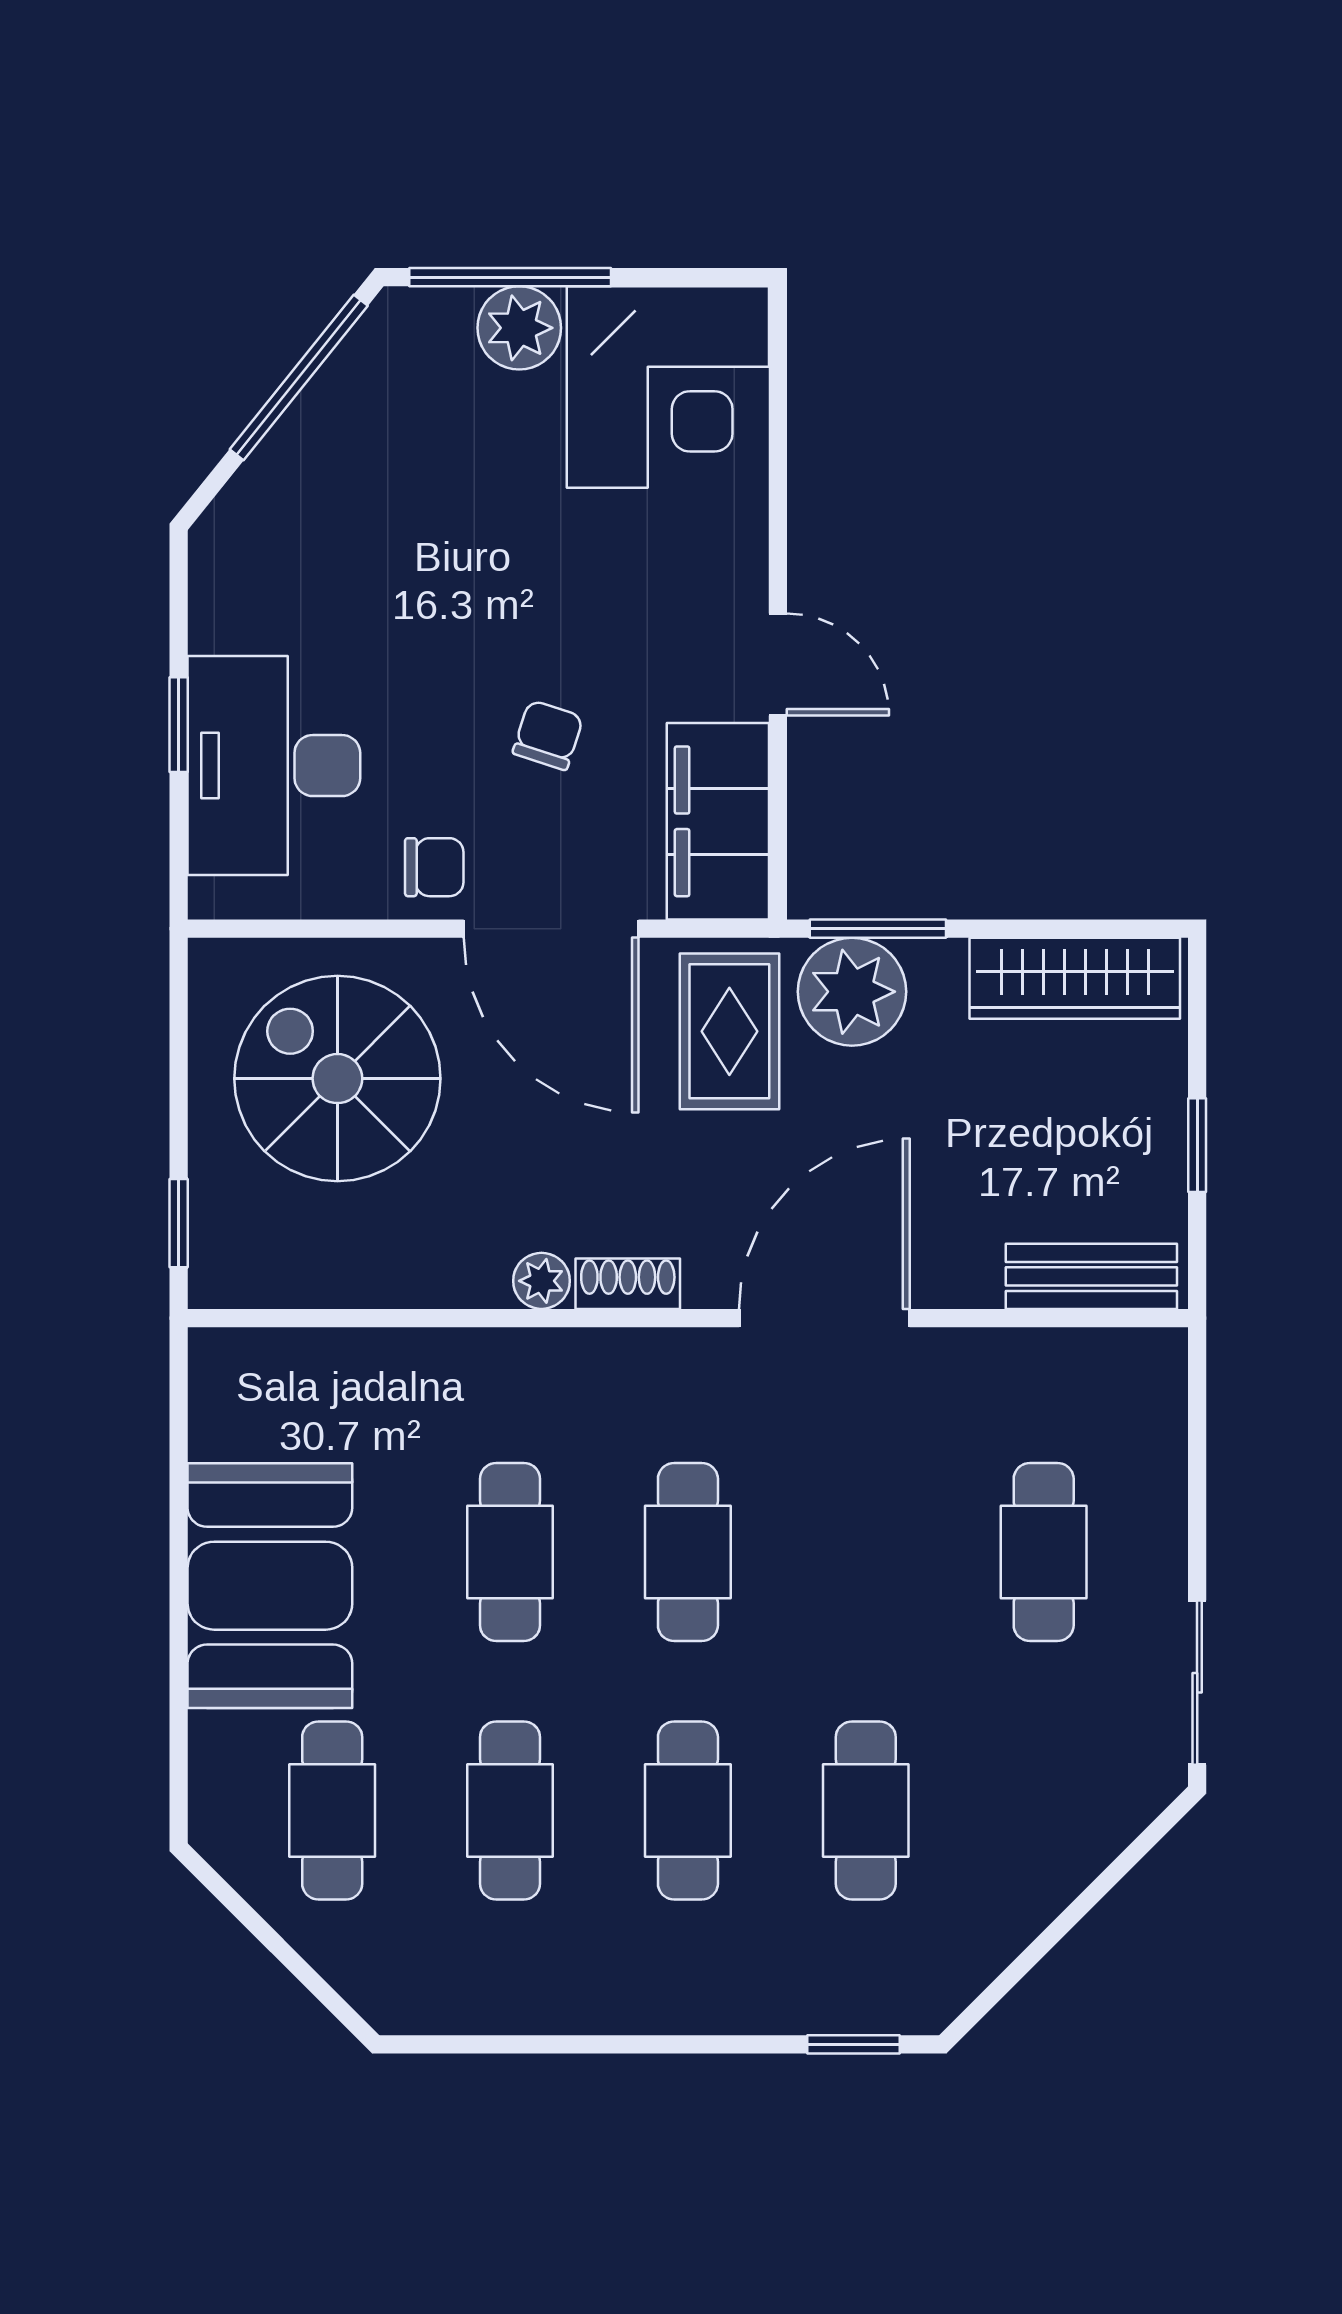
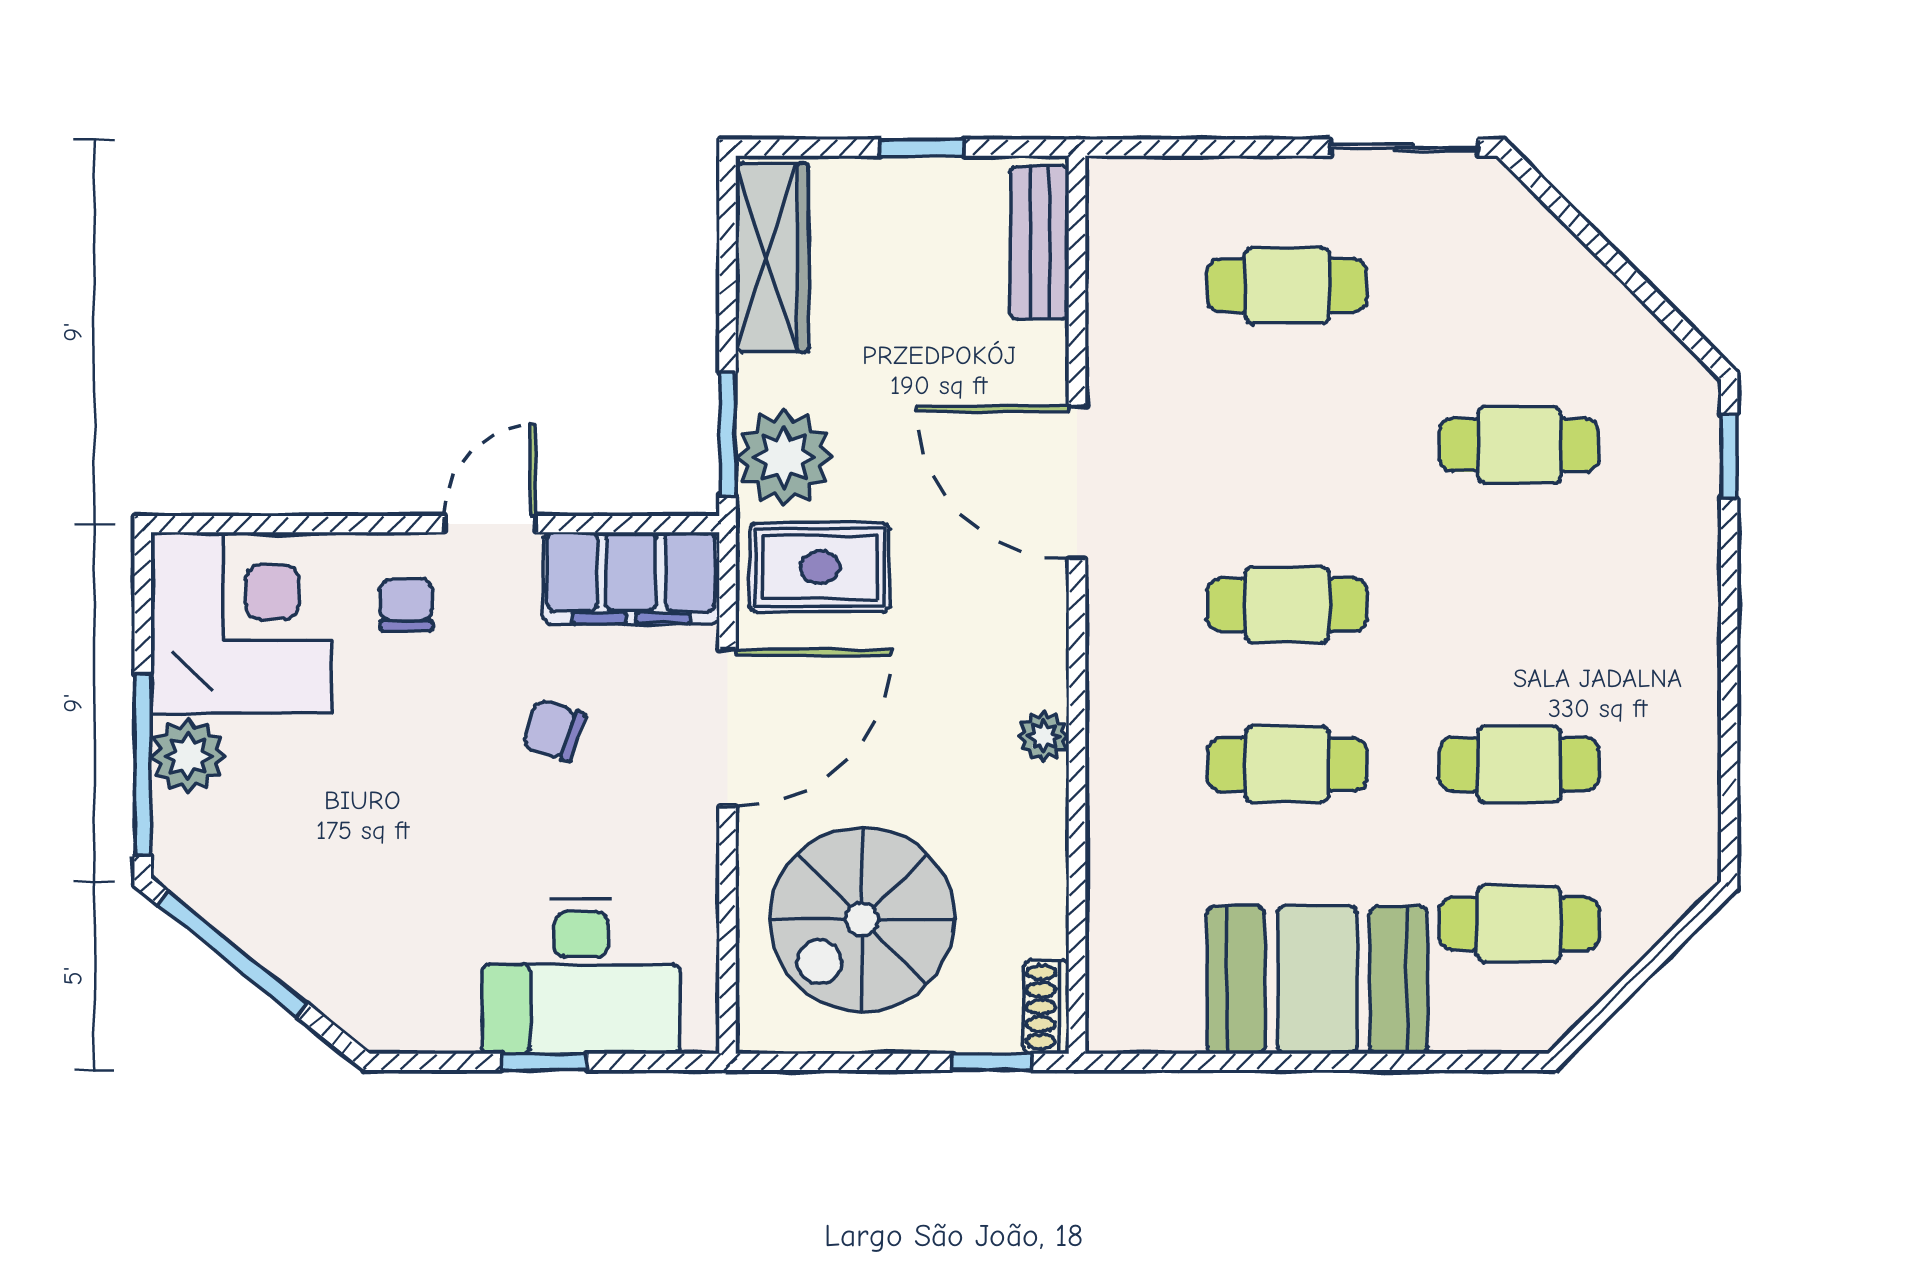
chair: (434, 867) -> (406, 604), moved
shoe rack: (628, 1284) -> (1046, 1007), moved
cafe table: (688, 1810) -> (1519, 605), removed

